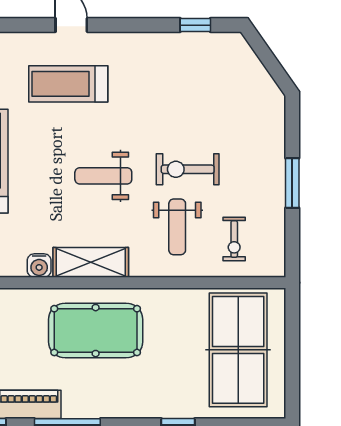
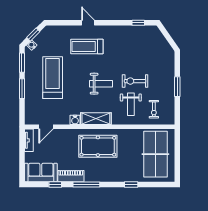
weight bench: (103, 176) -> (101, 84), turned 180

